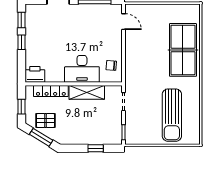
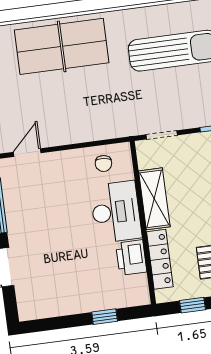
window: (21, 20) -> (47, 324), removed
window: (21, 42) -> (105, 317), moved
printer: (35, 74) -> (131, 258), moved

